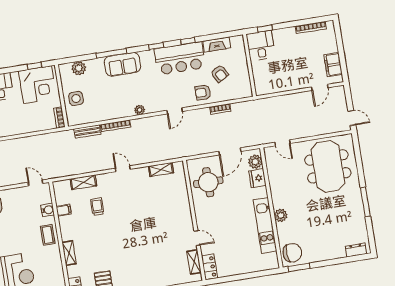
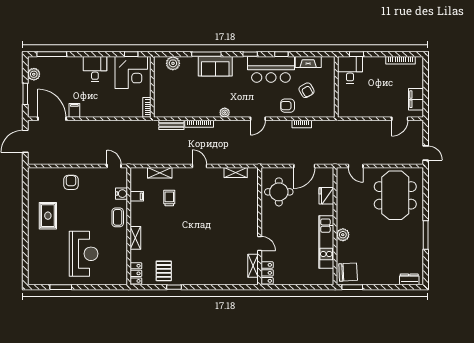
side table: (76, 98) -> (166, 92), removed
plant: (255, 162) -> (327, 180), removed

